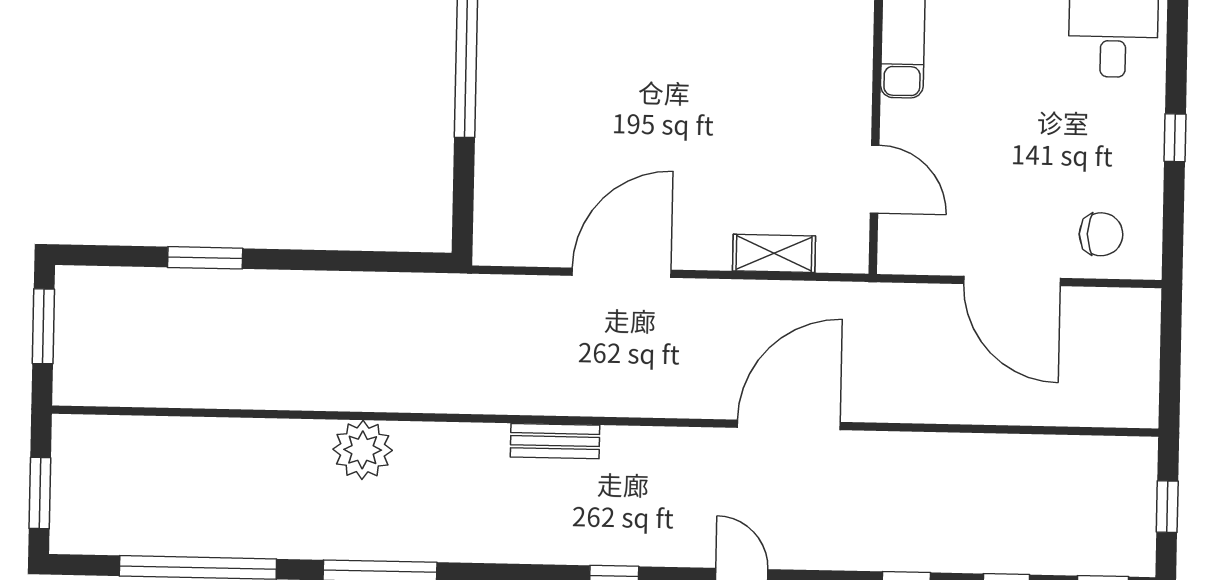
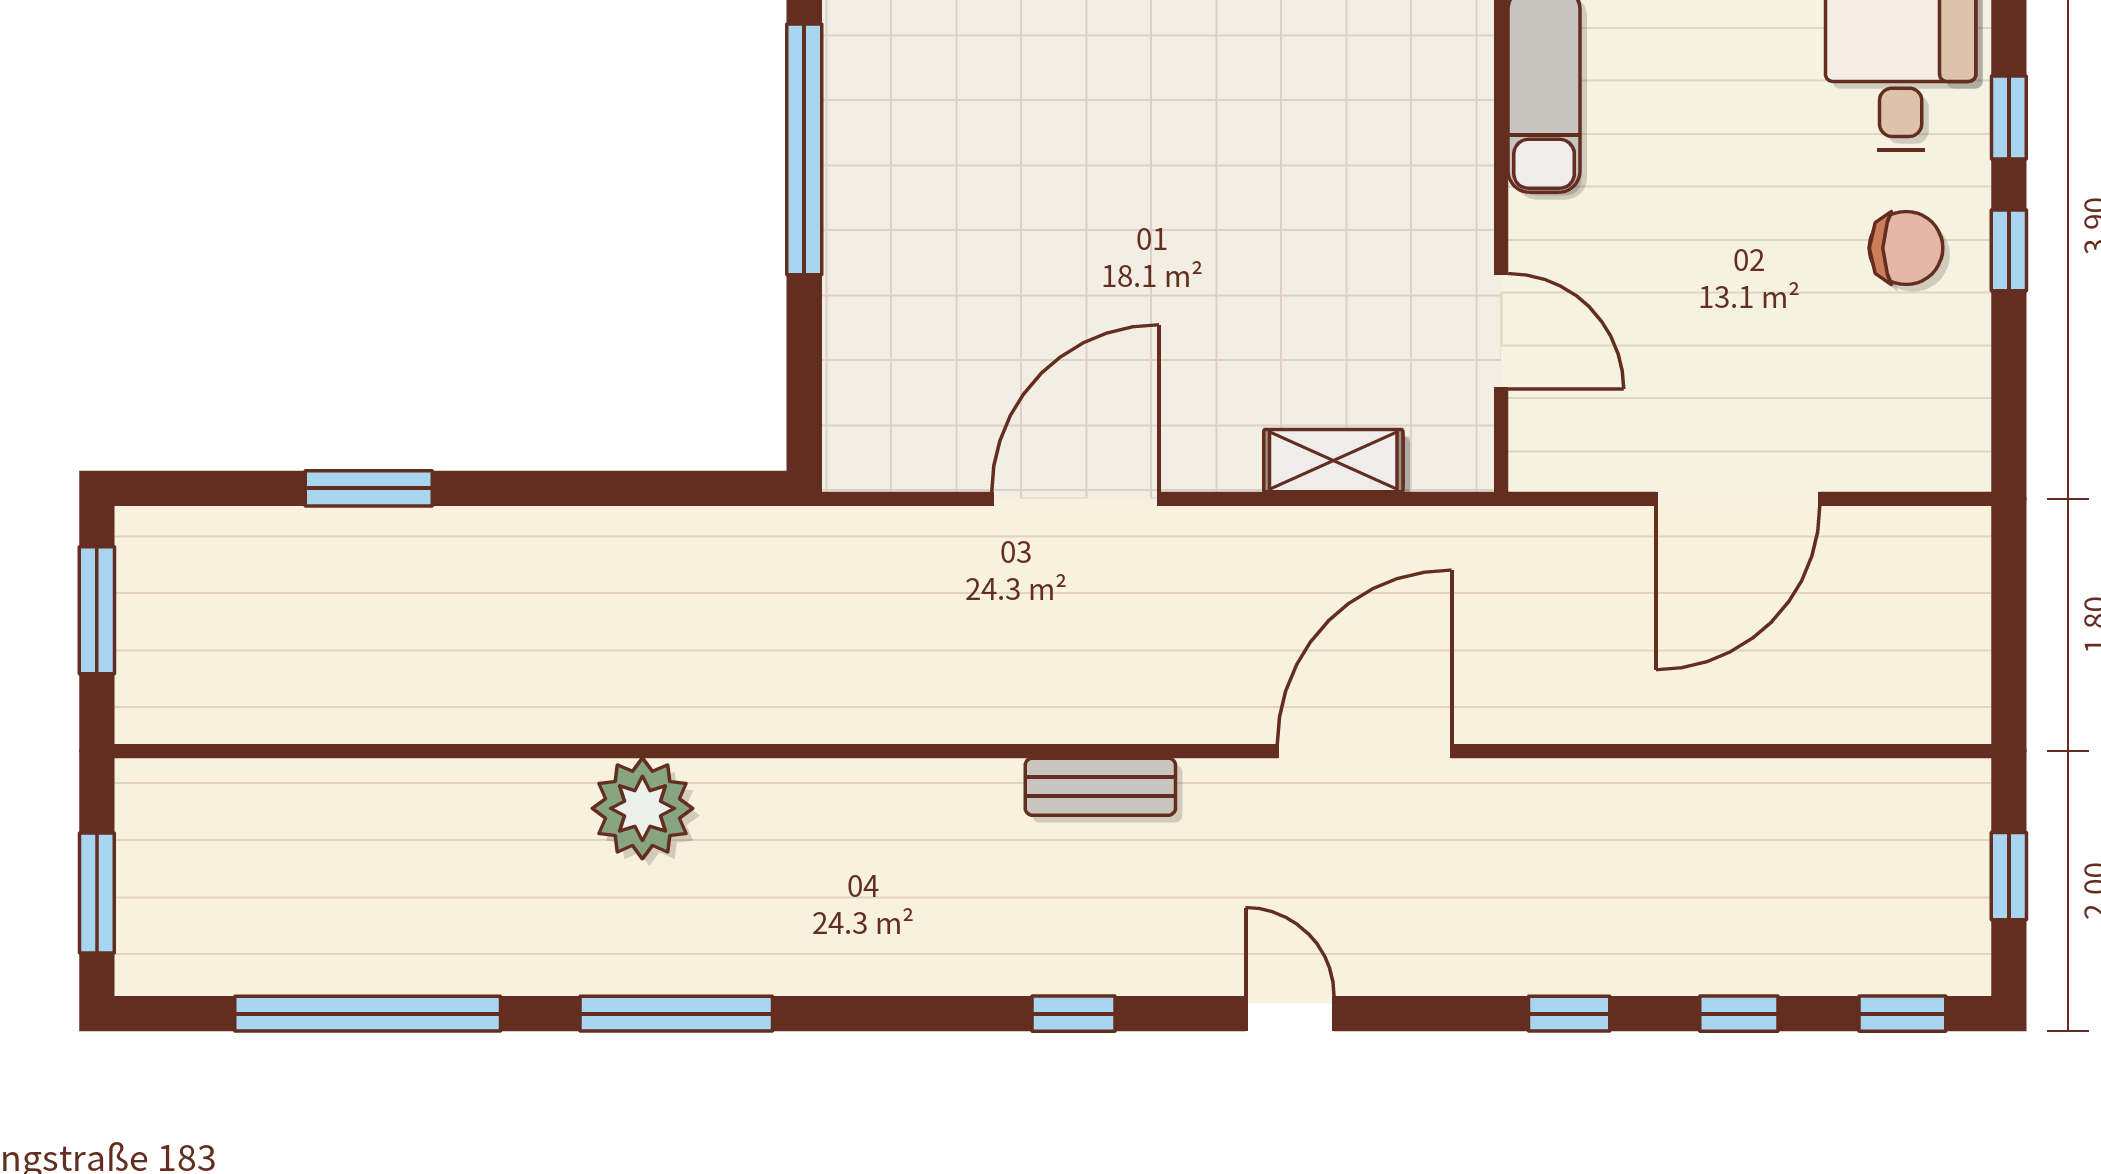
window: (1177, 59) -> (2009, 117), added
chair: (1101, 234) -> (1906, 248), moved
door: (1012, 281) -> (1738, 499), hinge flipped
bench: (555, 441) -> (1100, 787), moved

